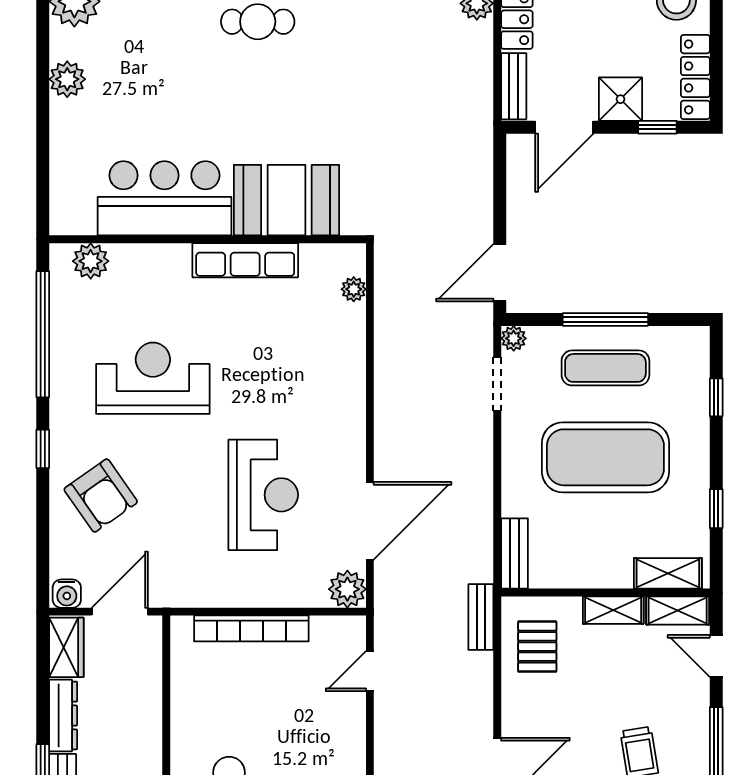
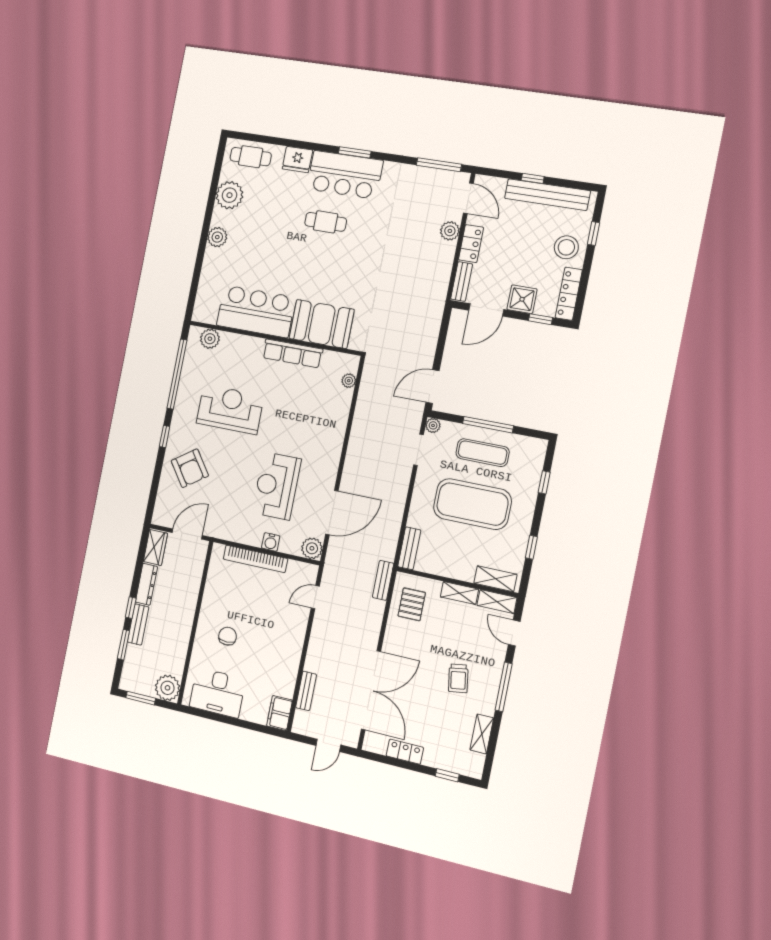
reception desk: (263, 495) -> (276, 486), turned 180
water cooler: (67, 594) -> (271, 542), moved

